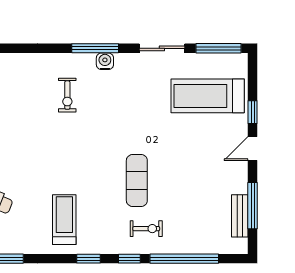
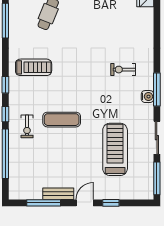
treadmill: (208, 96) -> (115, 149), moved
door: (253, 149) -> (85, 203), hinge flipped
bench: (240, 216) -> (58, 194), moved

